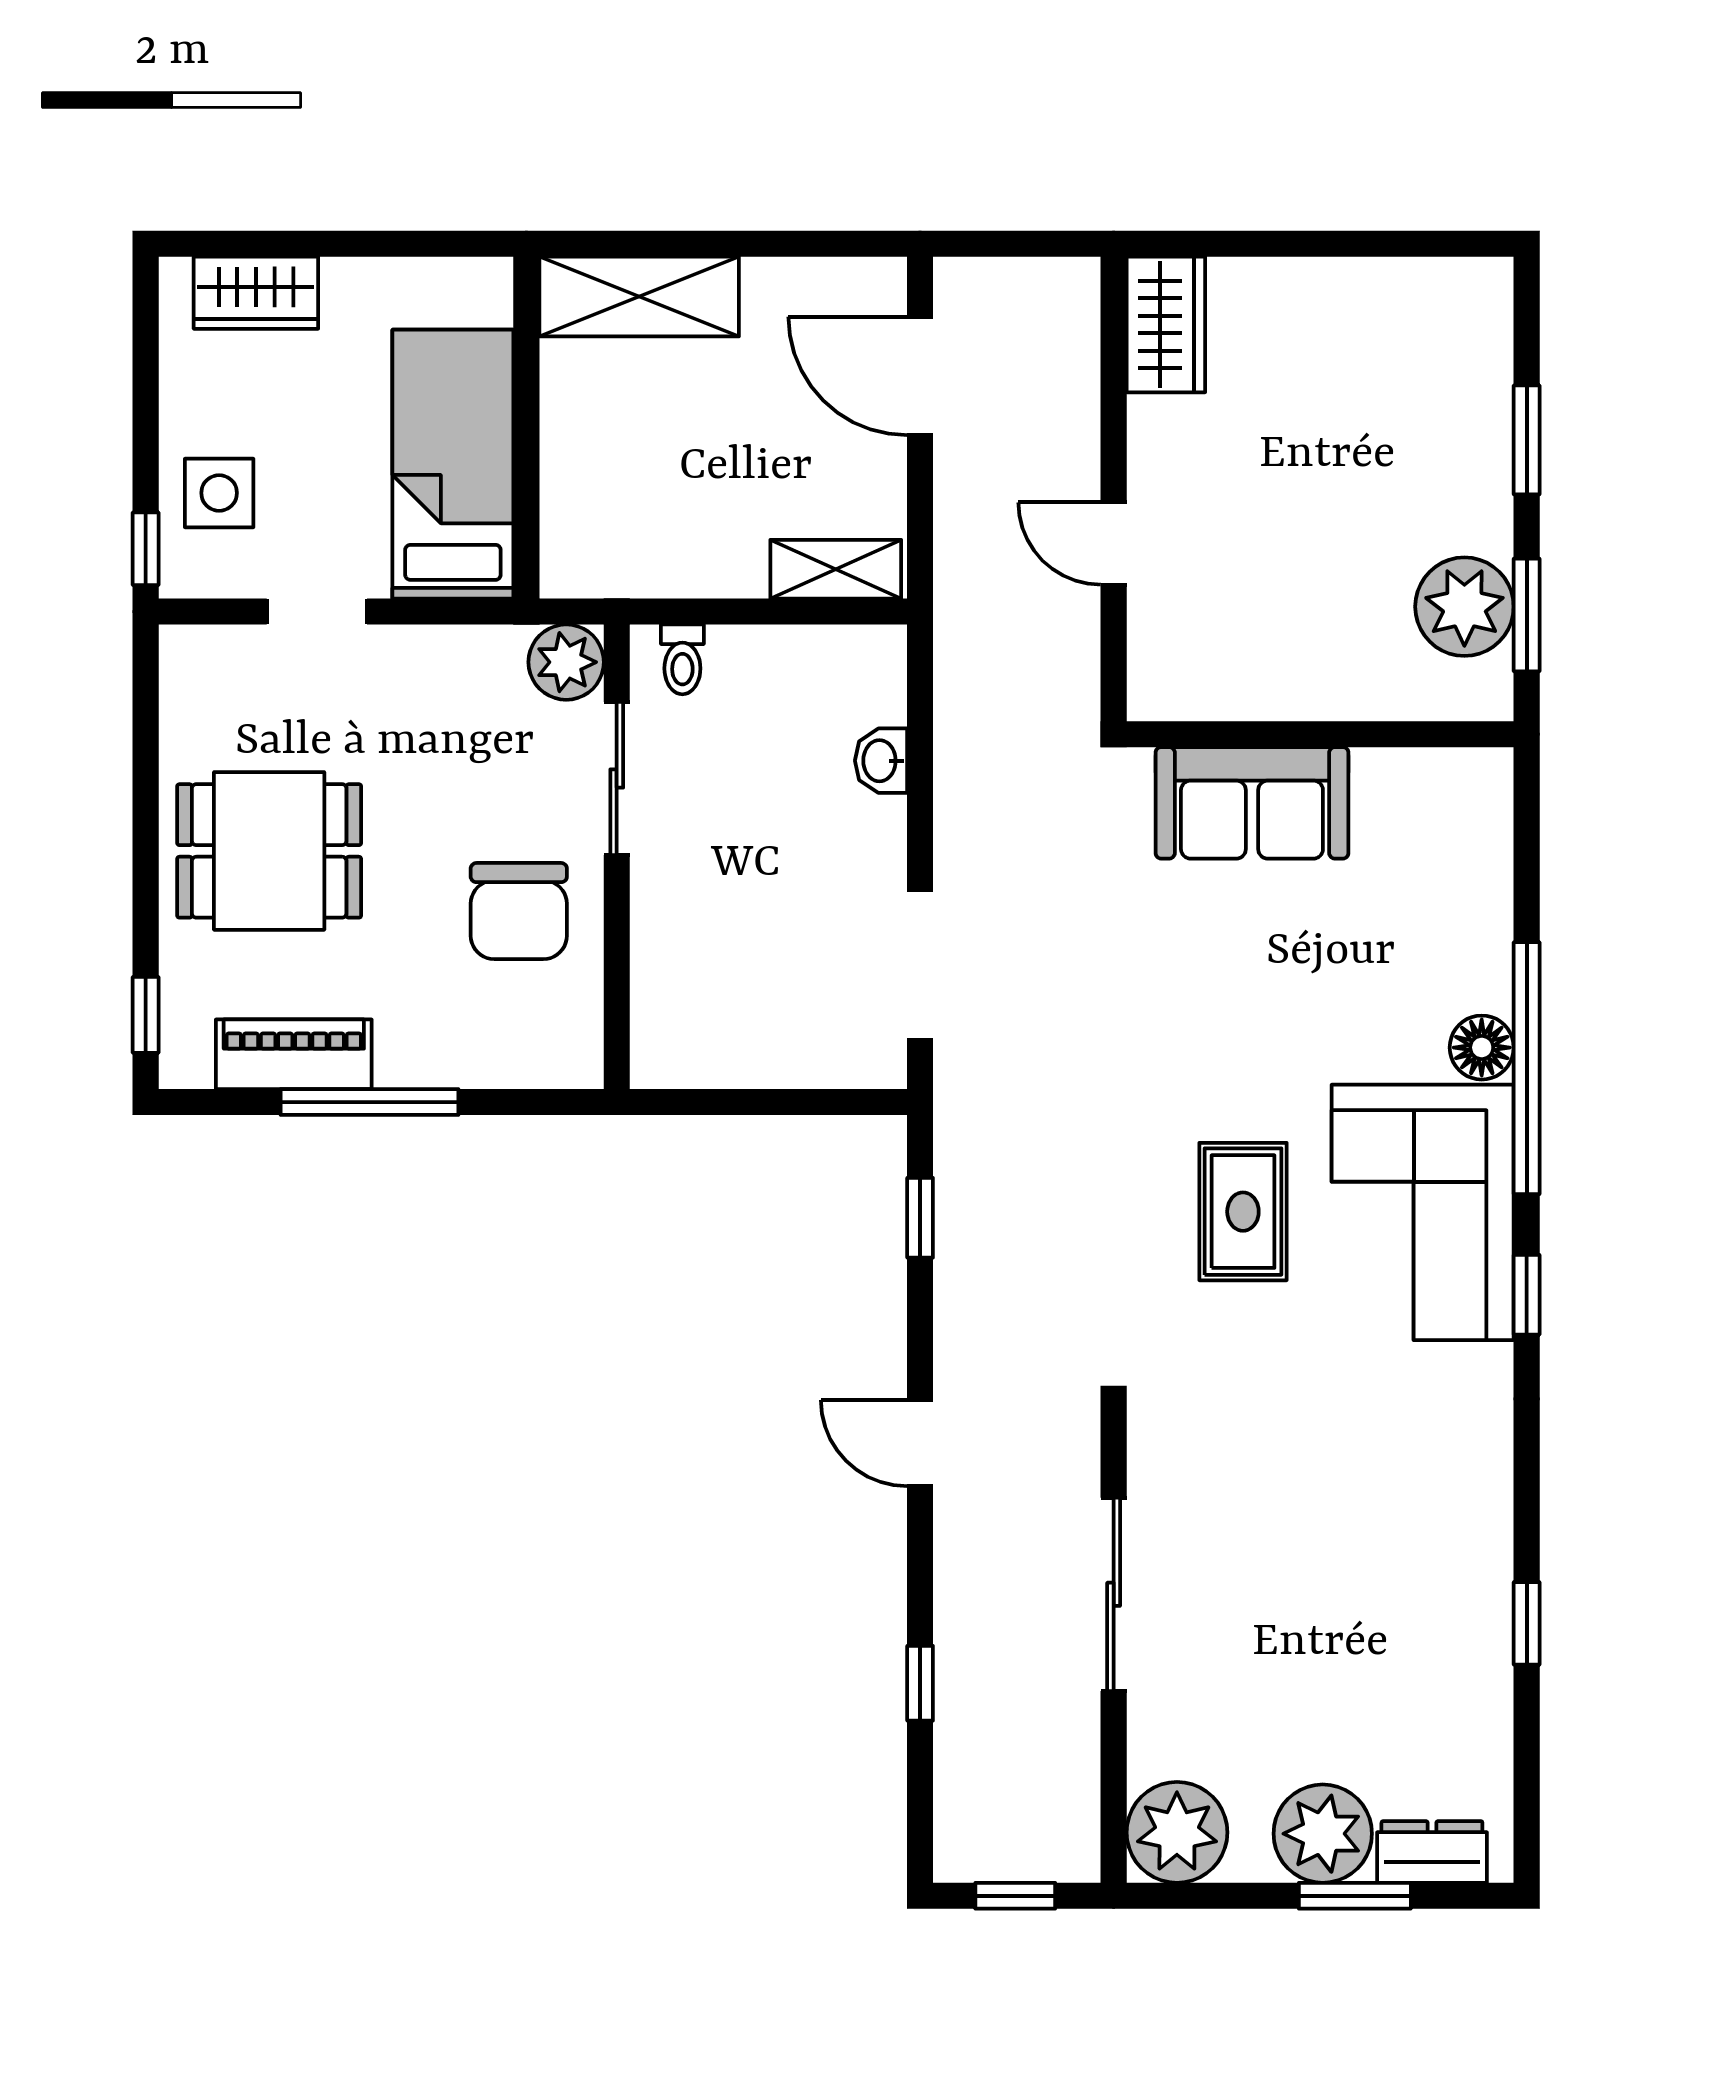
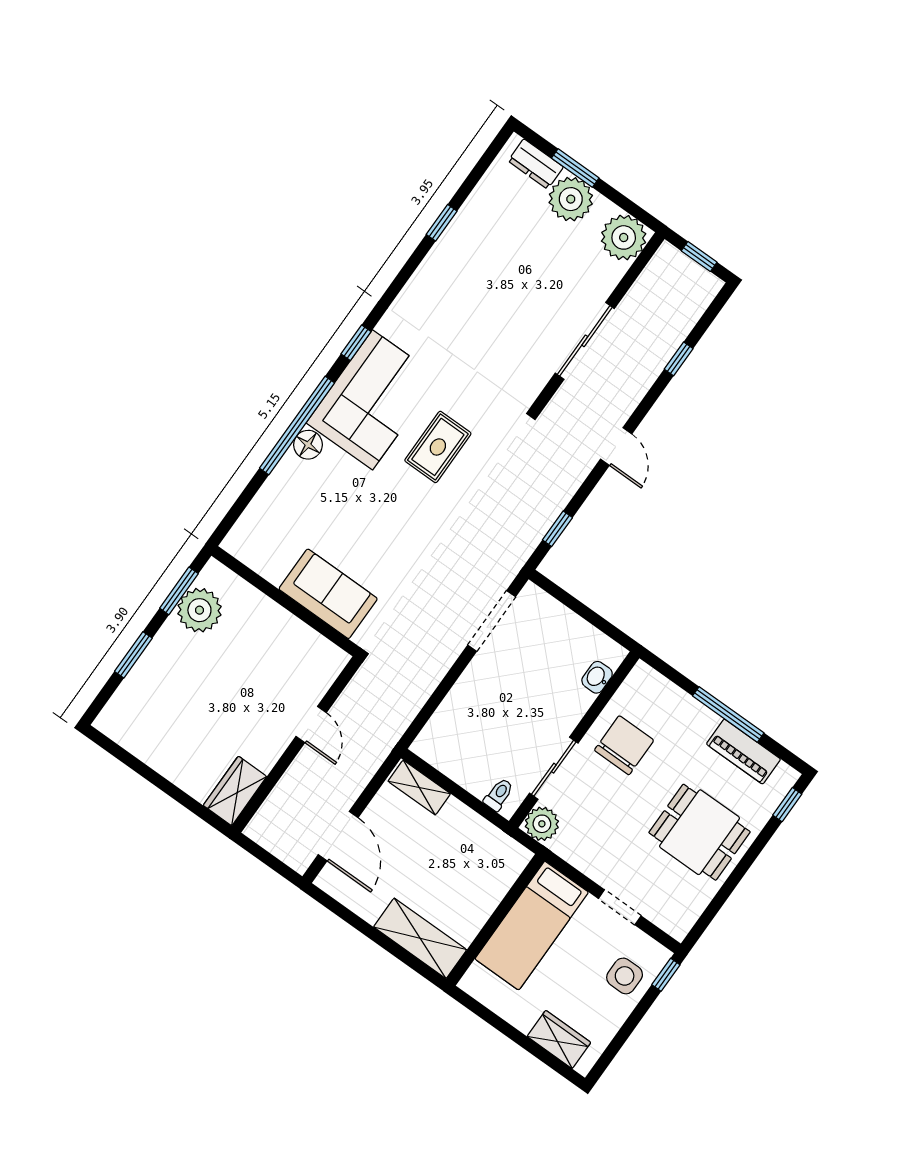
washbasin: (881, 761) -> (597, 677), moved, turned 180

